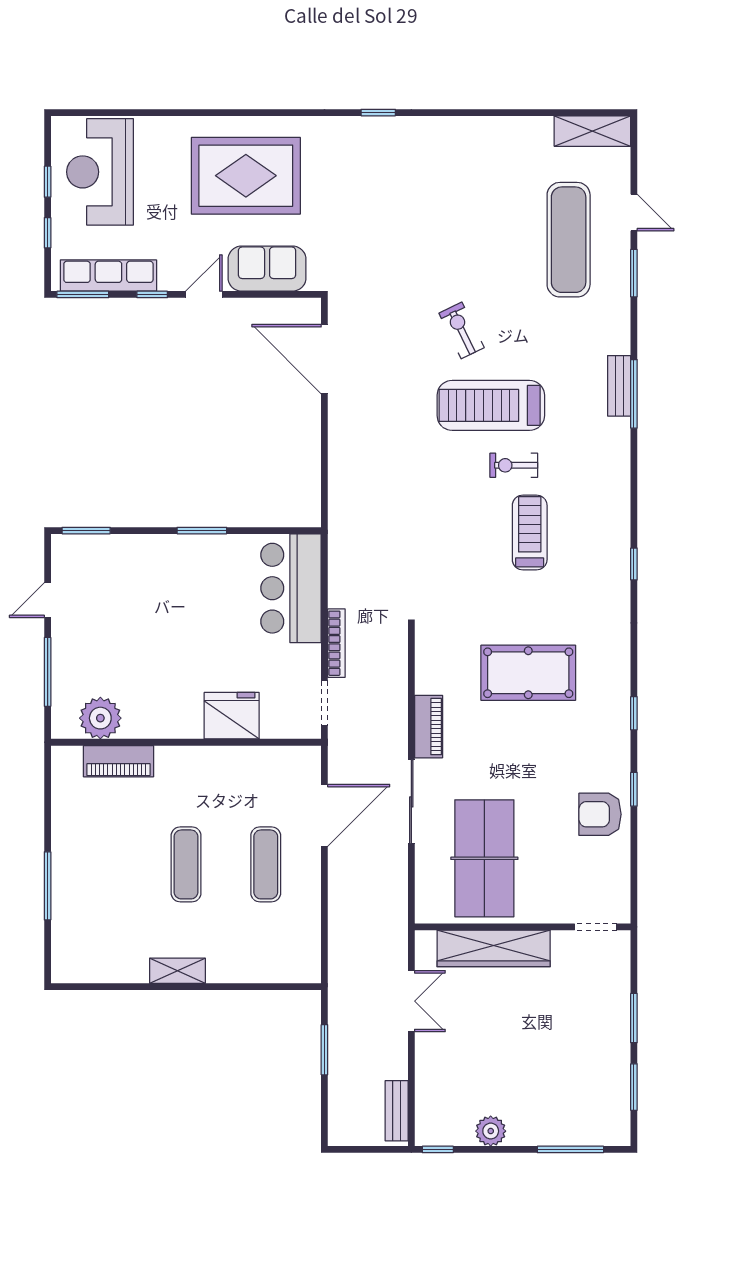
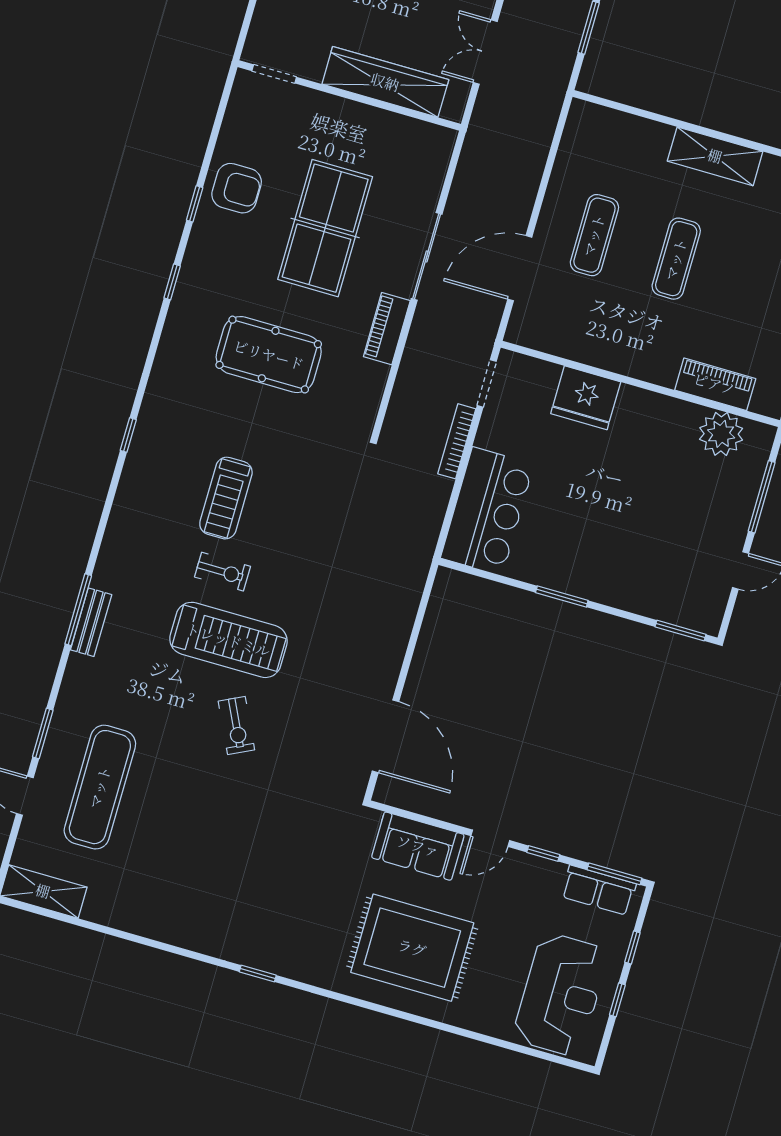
row of seats: (108, 276) -> (599, 890), width x0.68
table tennis table: (484, 858) -> (325, 228), moved
shelving: (177, 971) -> (715, 156), width x1.50, depth x1.33

